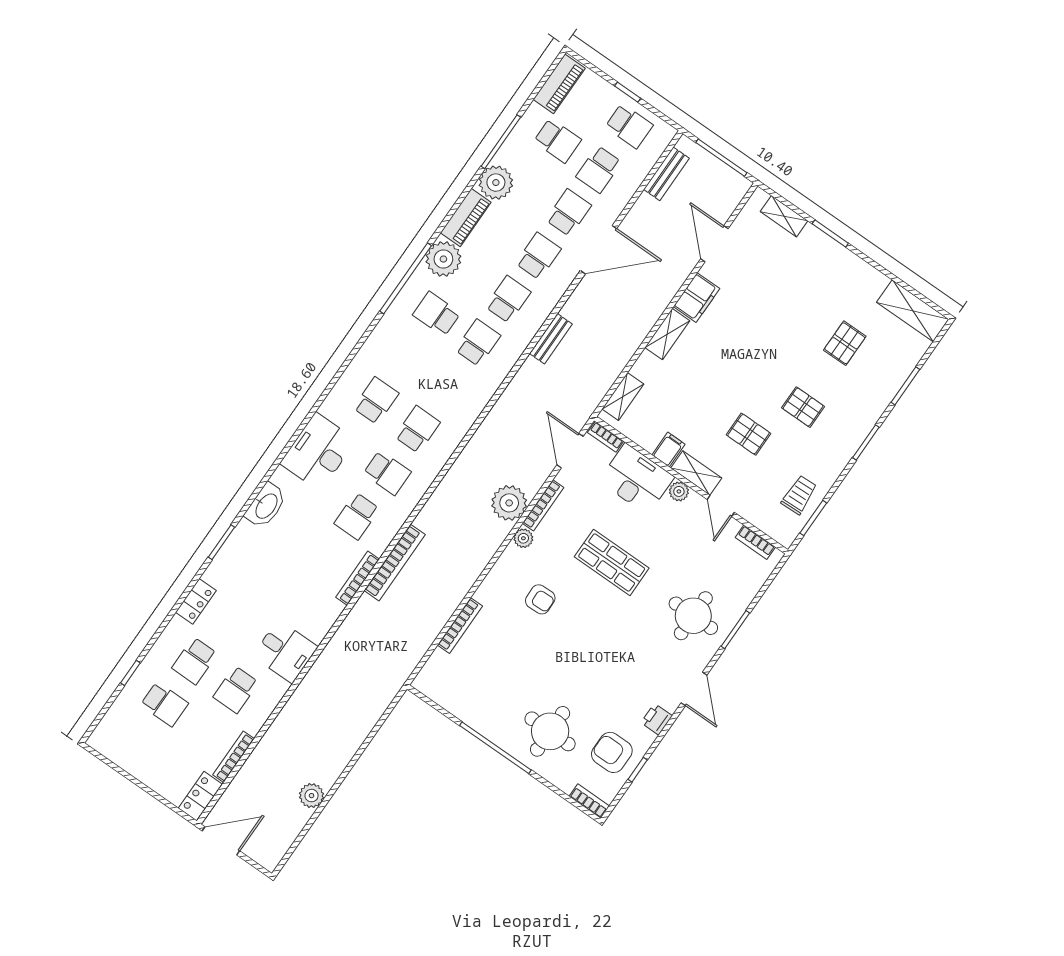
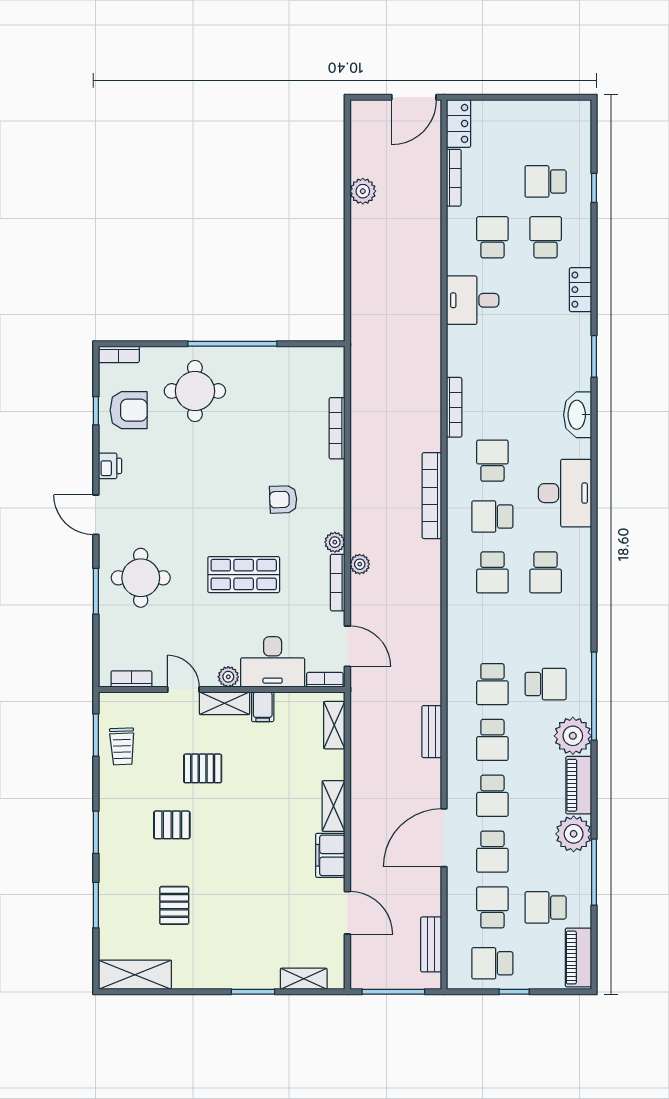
plant: (509, 503) -> (360, 564), width x0.53, depth x0.53
bookcase: (394, 562) -> (432, 496), moved

